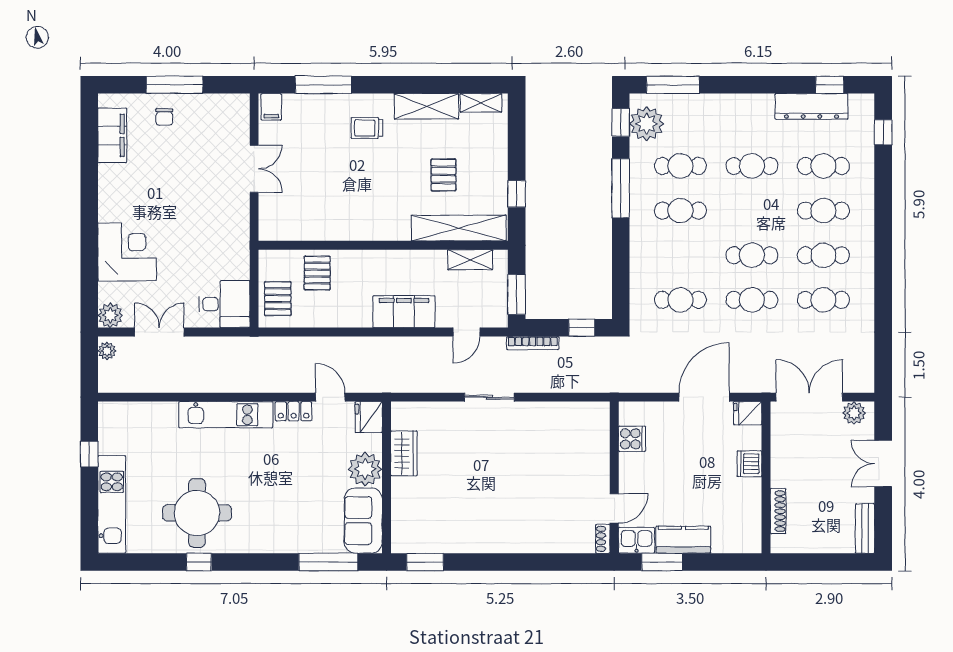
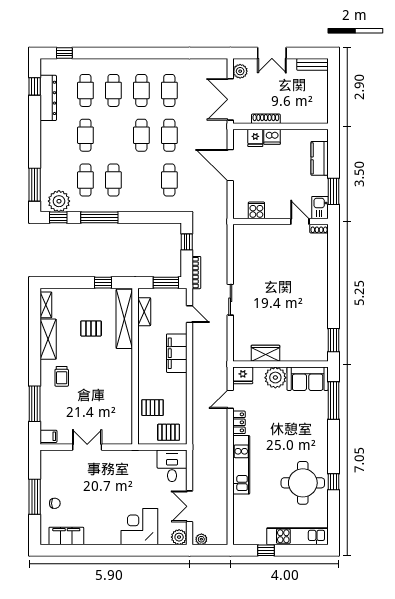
fridge: (748, 413) -> (255, 138), moved
shoe rack: (778, 511) -> (266, 119), moved
kitchen counter: (683, 540) -> (320, 158), moved

